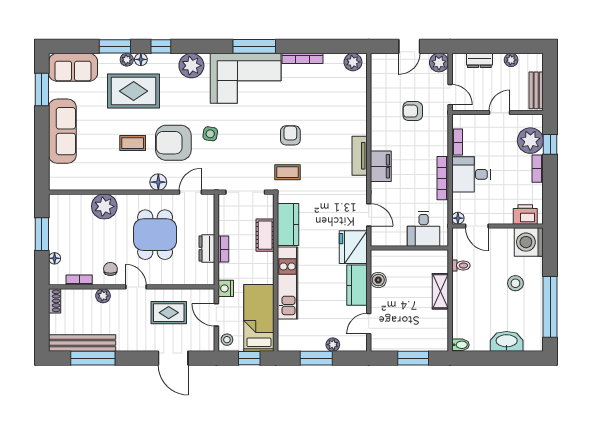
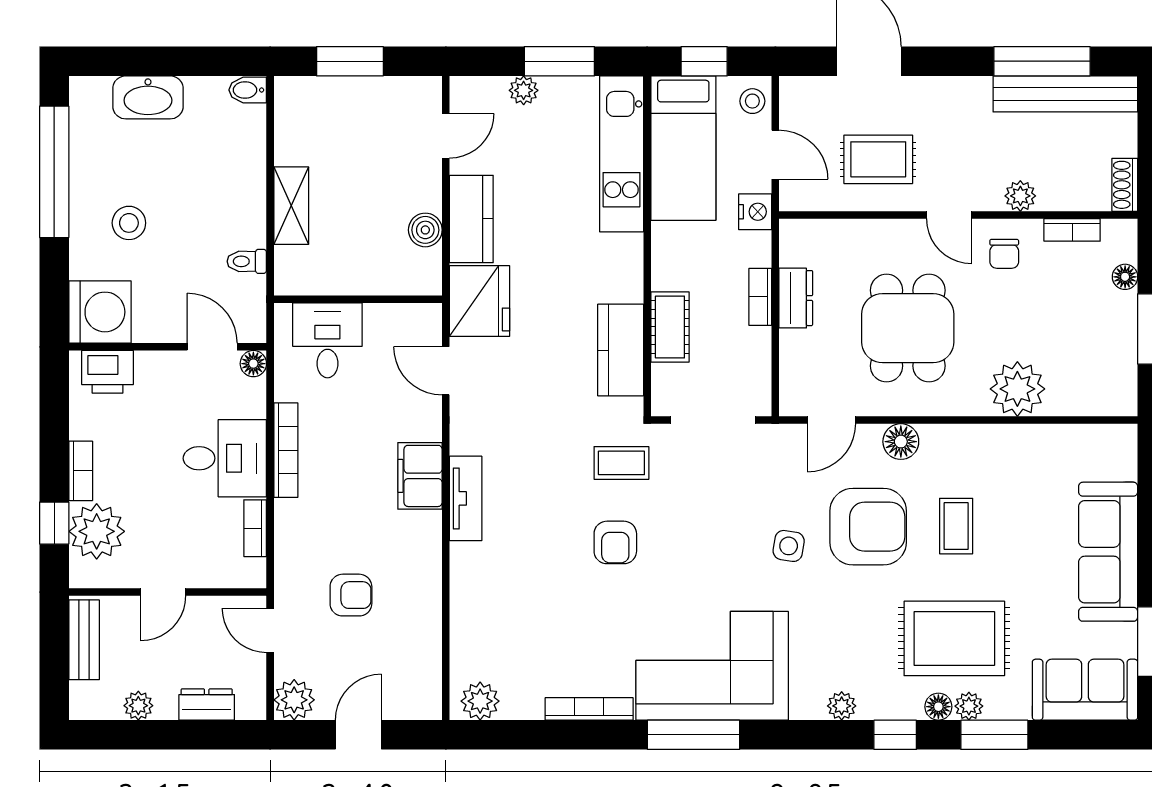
plant: (191, 66) -> (842, 706), width x0.53, depth x0.53
coffee table: (133, 143) -> (956, 526), turned 90
kitchen unit: (287, 283) -> (622, 154), moved

